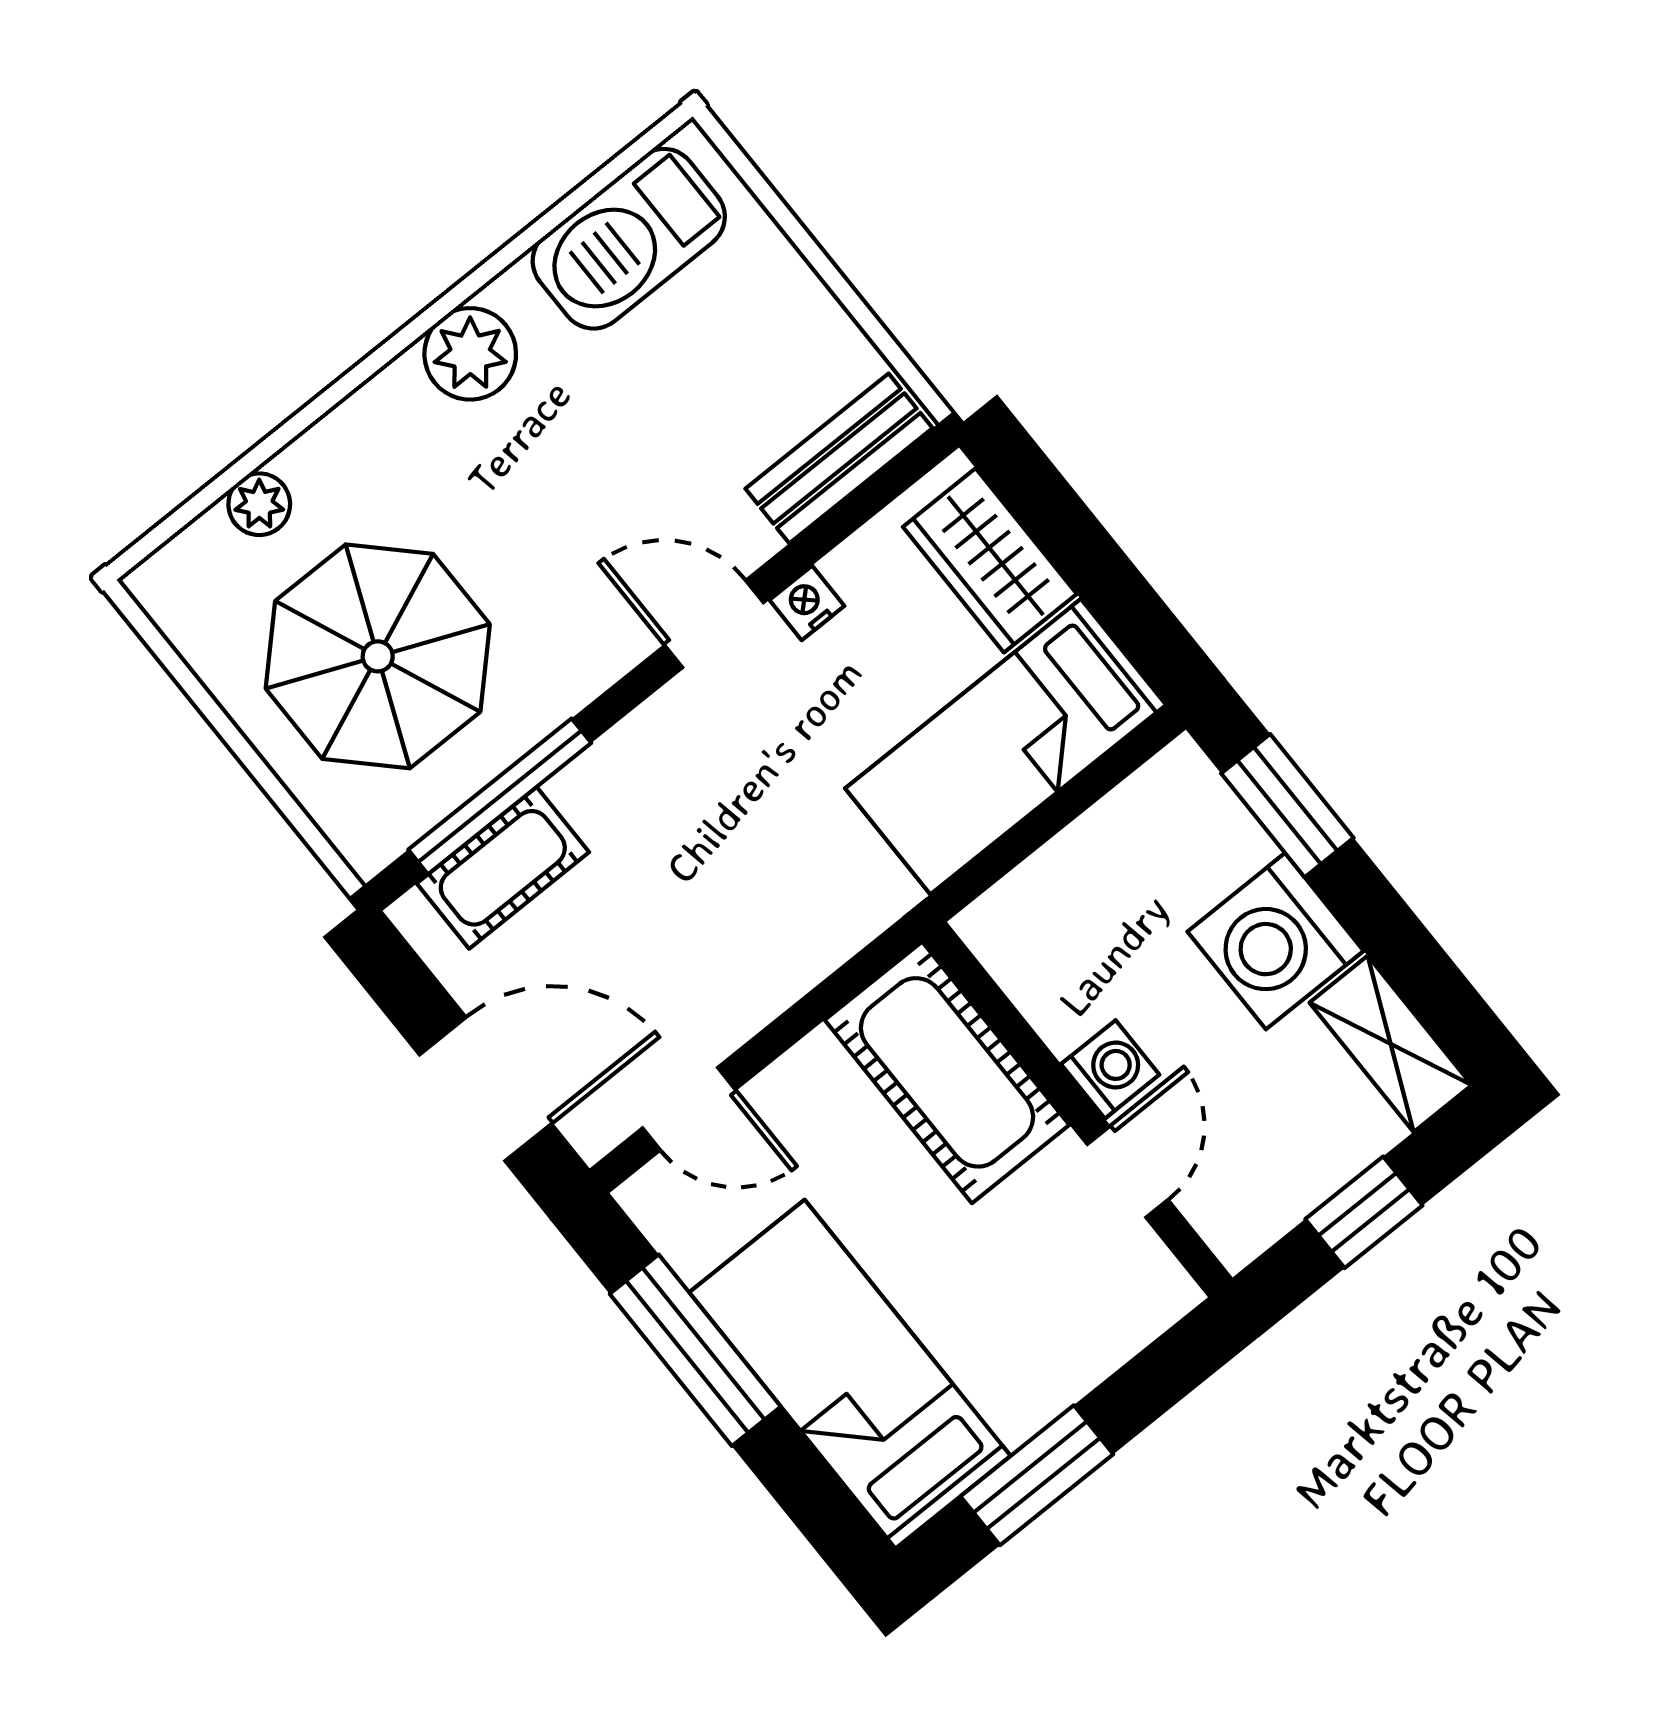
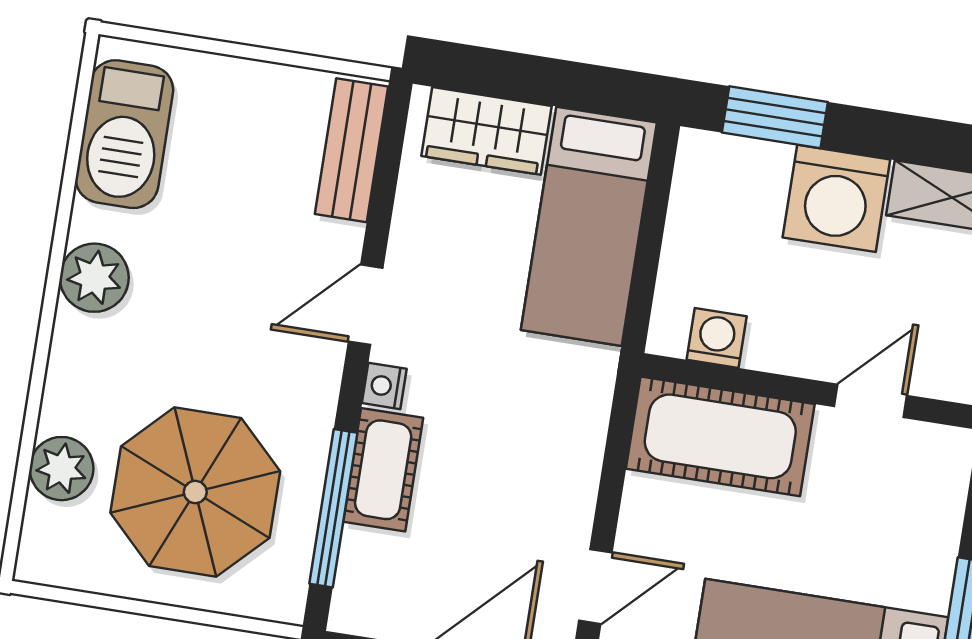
plant: (259, 504) -> (62, 469), width x1.38, depth x1.38
nightstand: (807, 603) -> (384, 386), moved
cot: (503, 868) -> (383, 470), moved
washing machine: (1110, 1069) -> (717, 338), moved
door: (1128, 1172) -> (871, 401), hinge flipped

